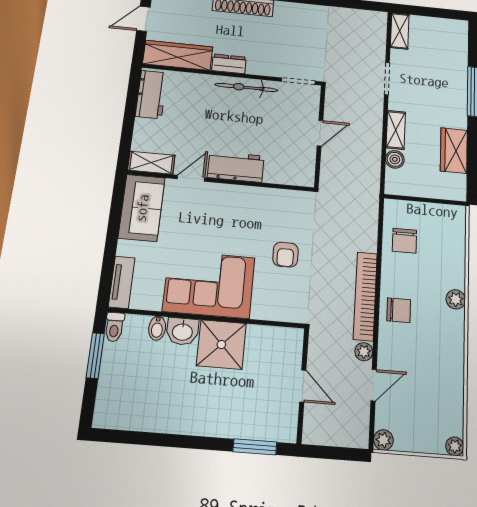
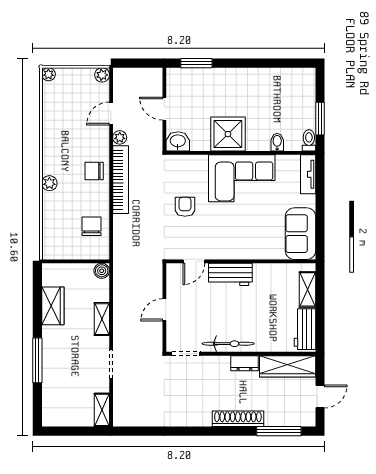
boiler: (395, 159) -> (102, 271), moved
shelving: (151, 163) -> (307, 289), moved, turned 90
door: (191, 178) -> (194, 261), moved
washbasin: (182, 331) -> (178, 141), moved

